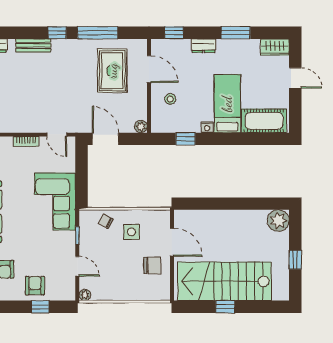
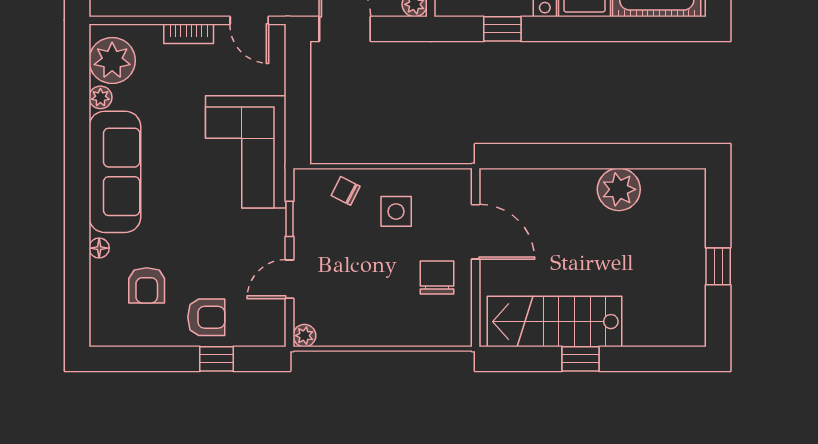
plant: (278, 221) -> (619, 189), moved
chair: (152, 265) -> (437, 278), turned -90
door: (77, 266) -> (290, 279), swing flipped
stairs: (224, 281) -> (554, 322), width x0.73, depth x0.66
armchair: (35, 286) -> (206, 317), turned 90

